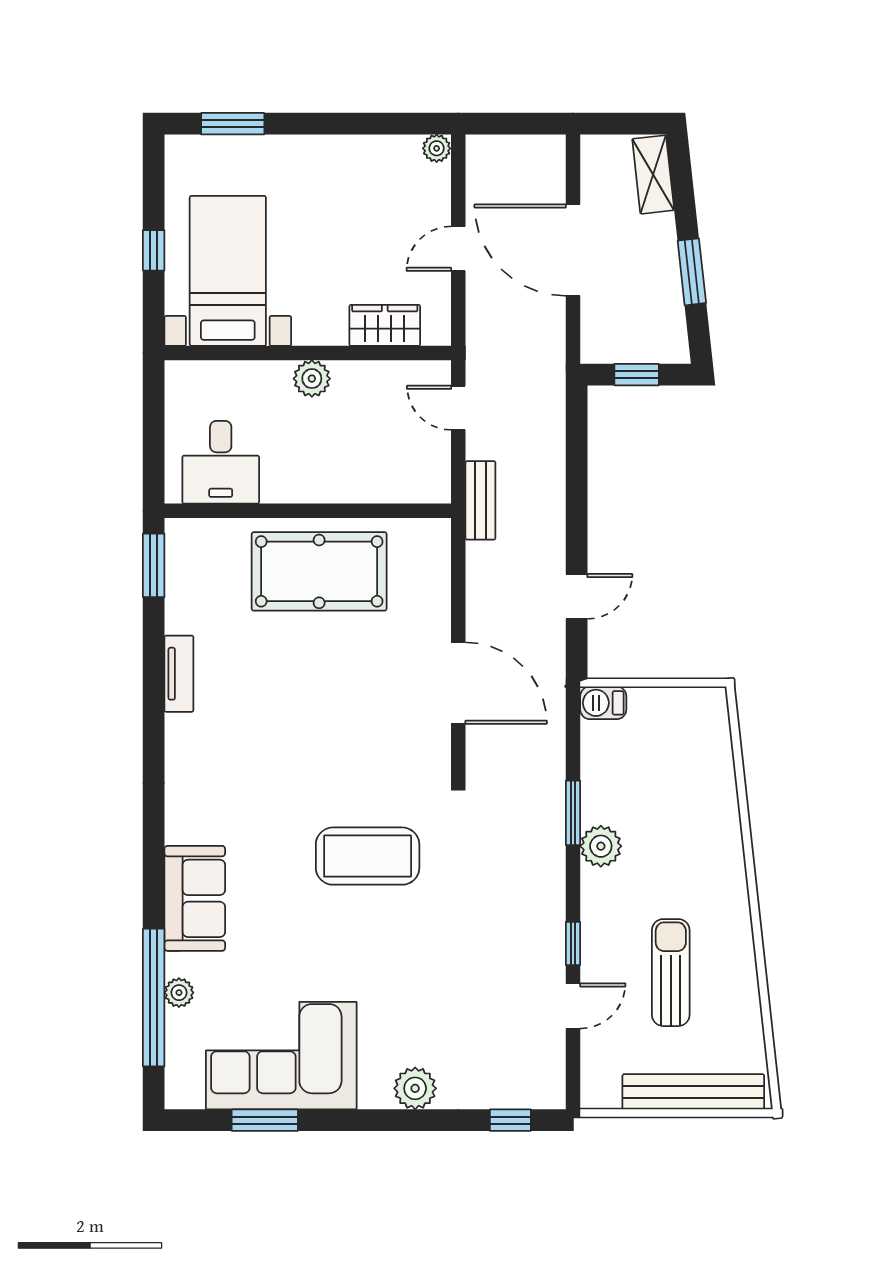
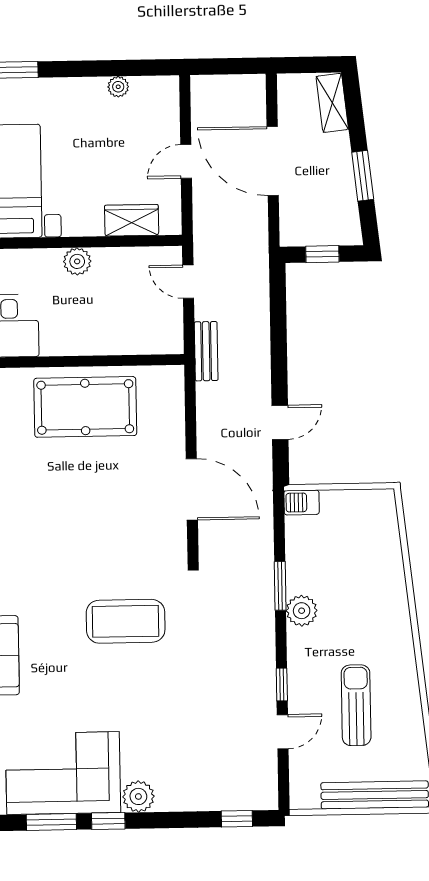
plant: (437, 148) -> (118, 87), moved
plant: (415, 1088) -> (138, 796), moved
window: (340, 1120) -> (108, 821), added

